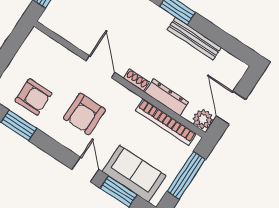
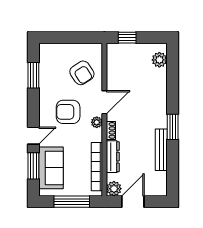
plant: (117, 90) -> (97, 122), added
armchair: (33, 97) -> (82, 73), moved, turned -33

